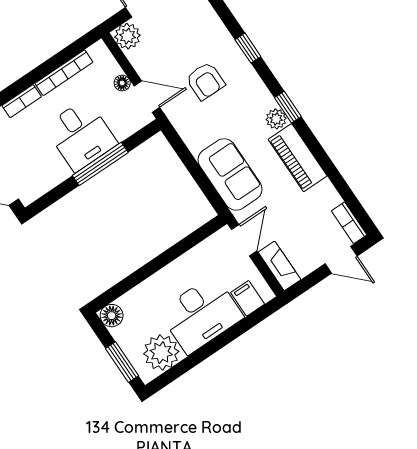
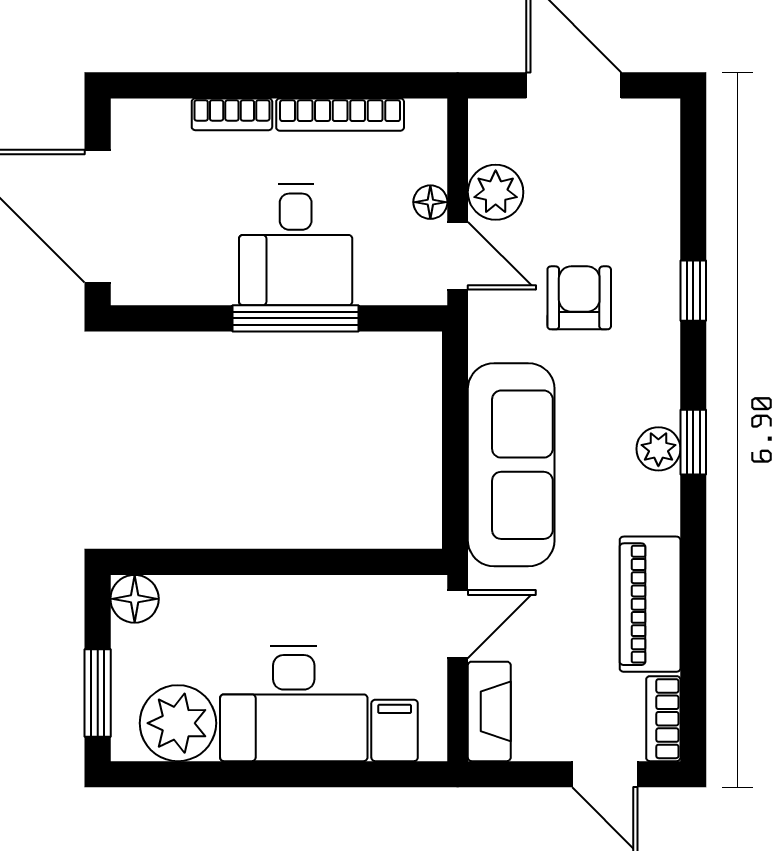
plant: (127, 36) -> (496, 192), moved
armchair: (205, 81) -> (579, 298), turned 180
piano: (298, 158) -> (650, 604), moved
sofa: (230, 174) -> (511, 465), width x1.36

